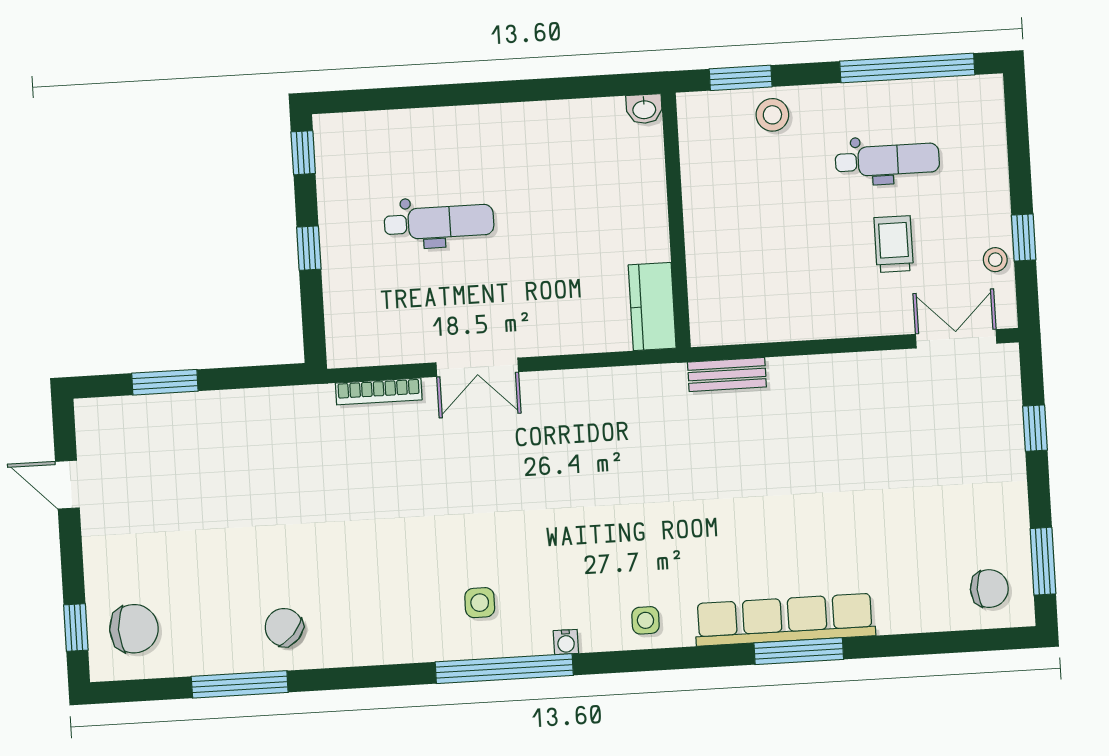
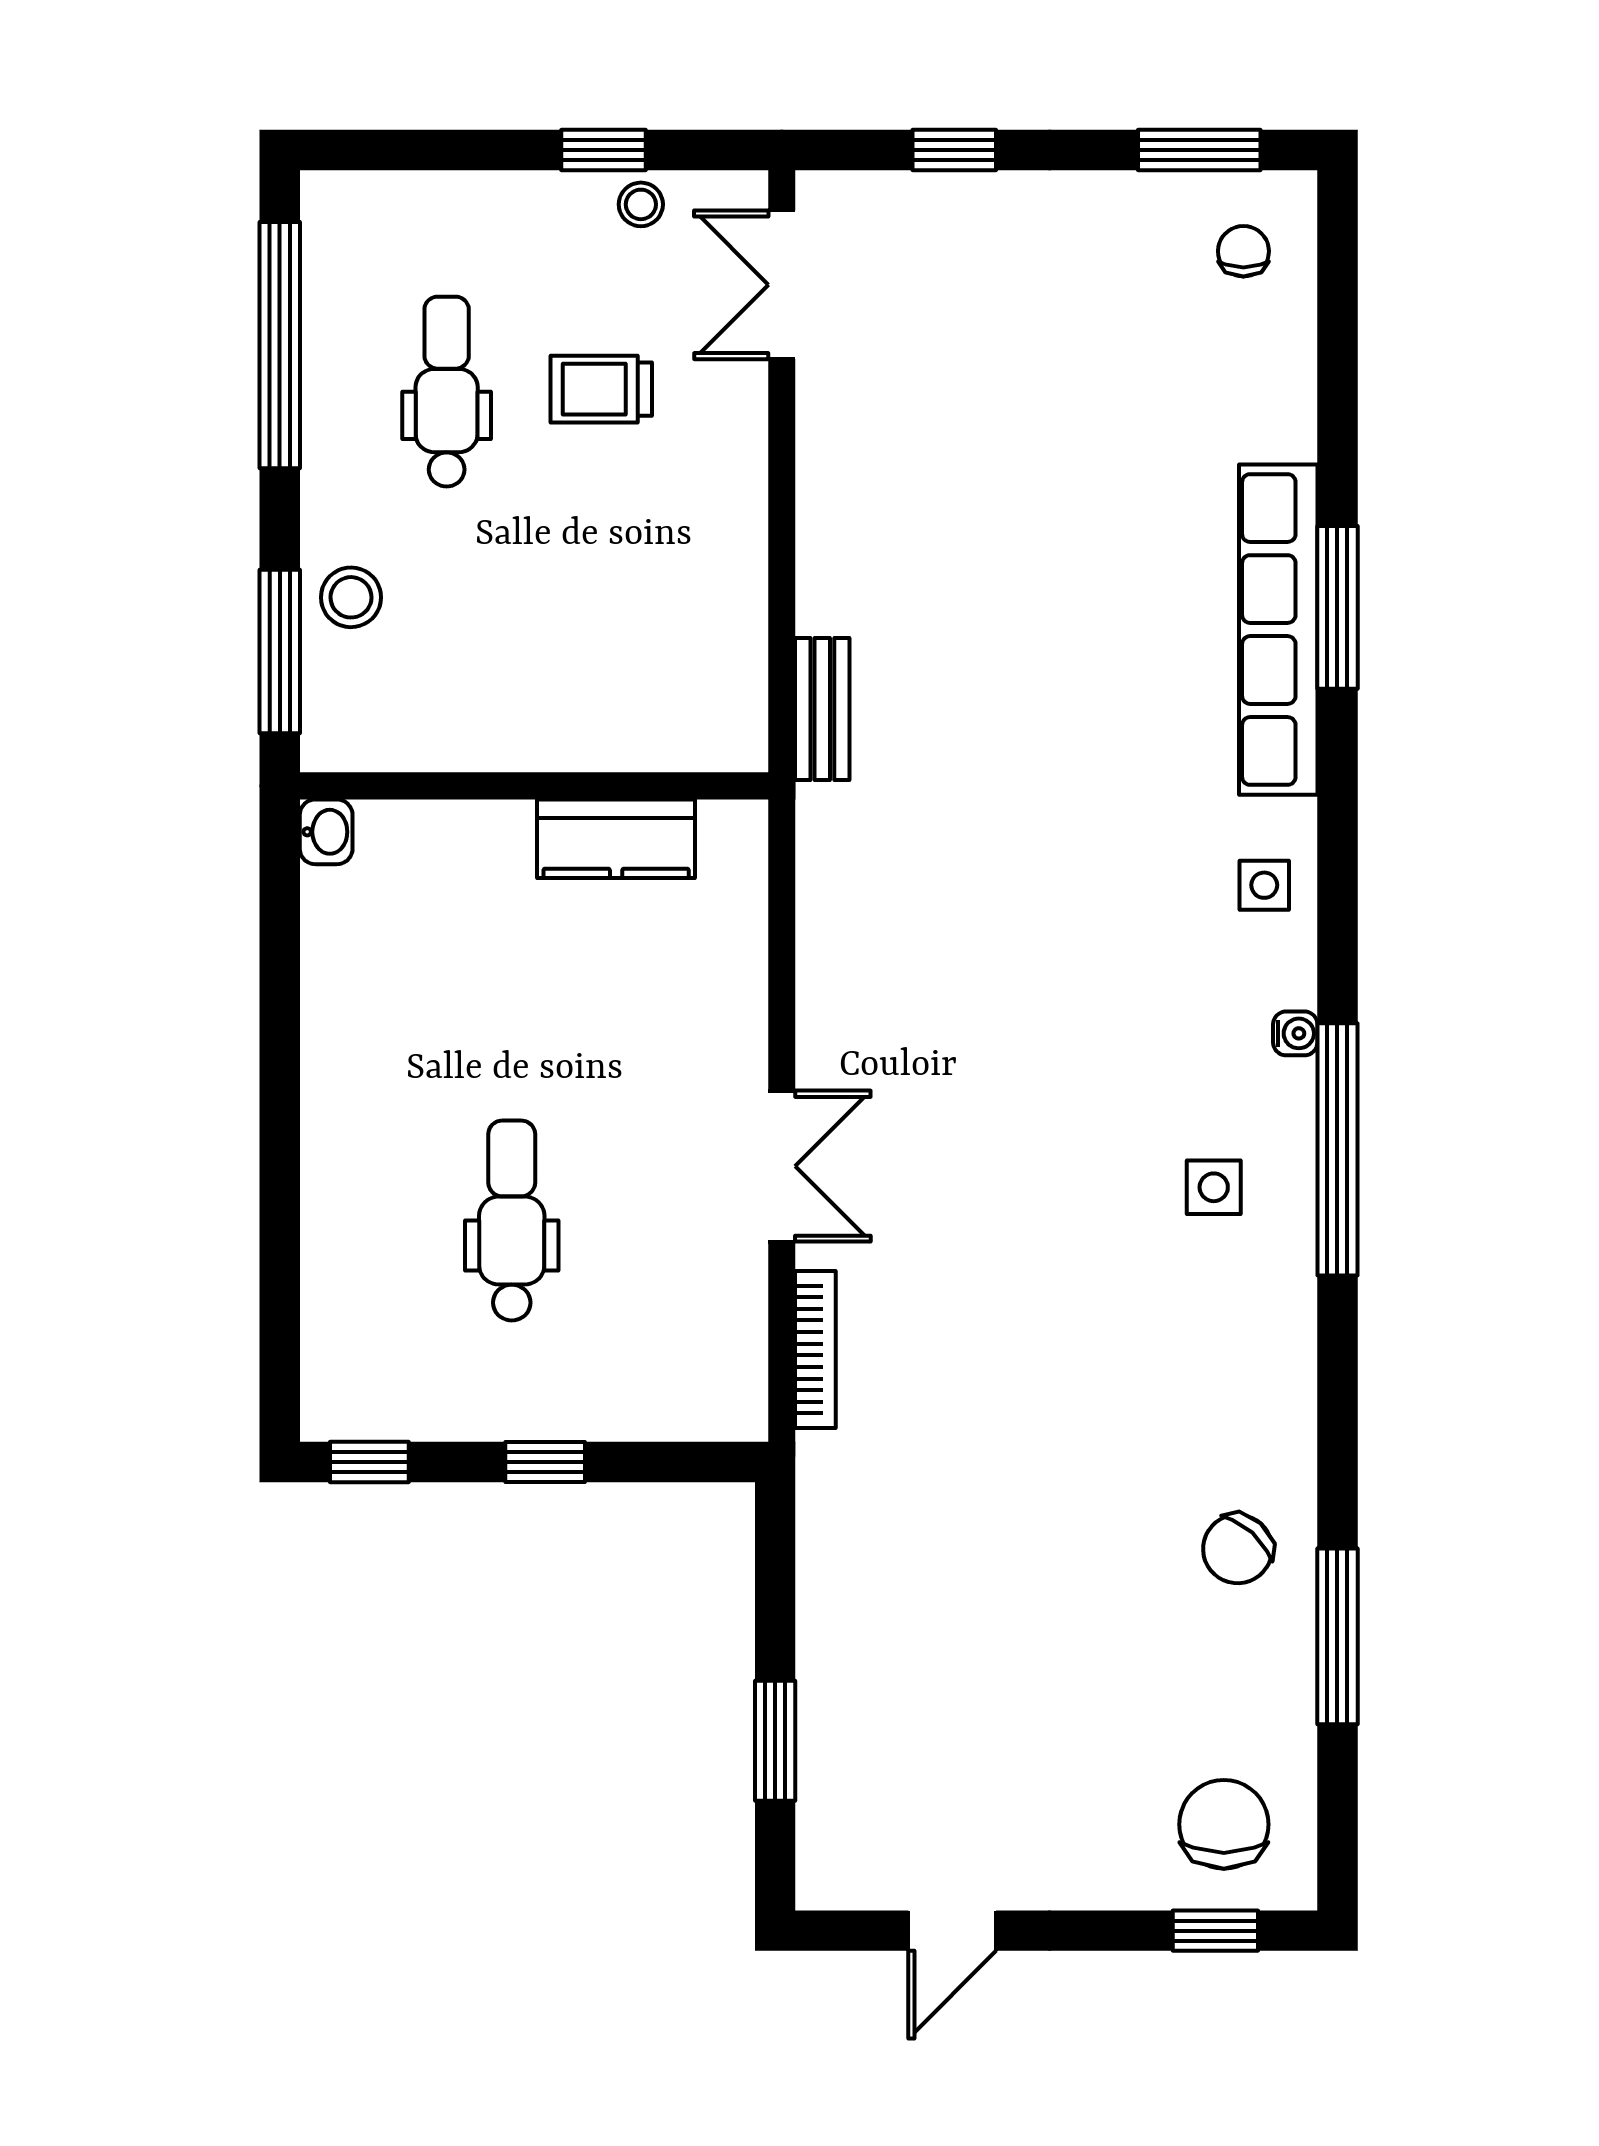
window: (741, 78) -> (280, 652), width x1.44
kitchen counter: (652, 307) -> (616, 839), moved
chair: (989, 589) -> (1243, 251), width x0.73, depth x0.73

